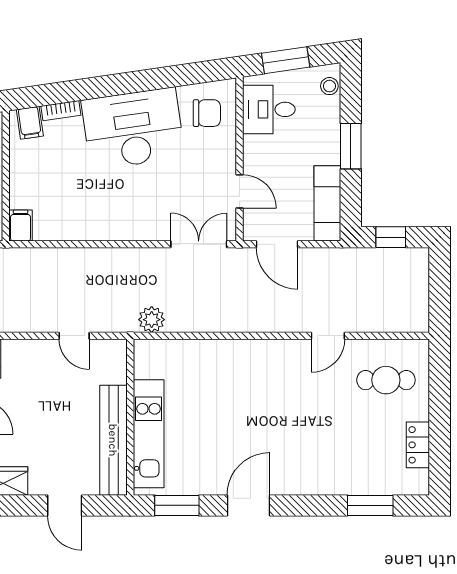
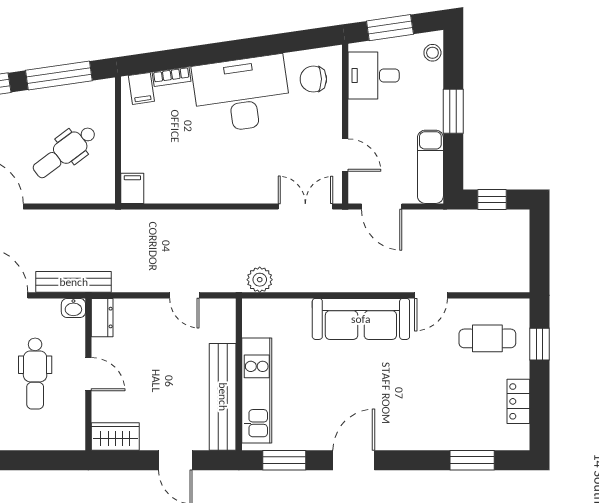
chair: (207, 113) -> (313, 79), turned 180
sofa: (256, 360) -> (361, 319), added
window: (440, 386) -> (540, 344), added

